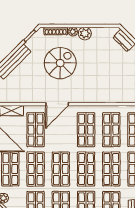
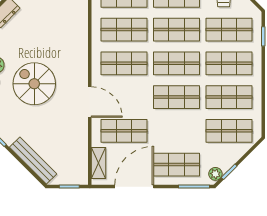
spiral stairs: (60, 63) -> (34, 84), moved
shop shelf: (36, 169) -> (177, 131), removed

